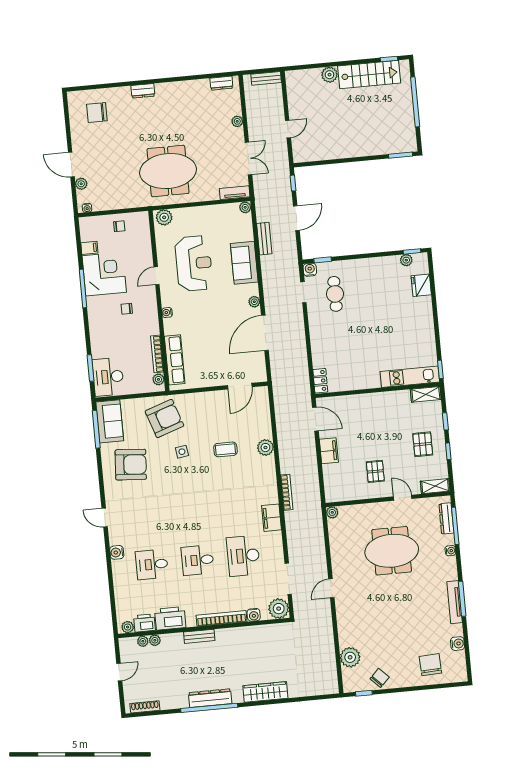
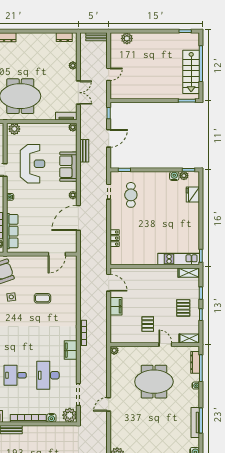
plant: (329, 75) -> (127, 38), moved
stairs: (369, 75) -> (191, 72), moved, turned 90
water cooler: (310, 270) -> (174, 176), moved
locker: (320, 381) -> (115, 238), moved
plant: (265, 448) -> (71, 300), removed

